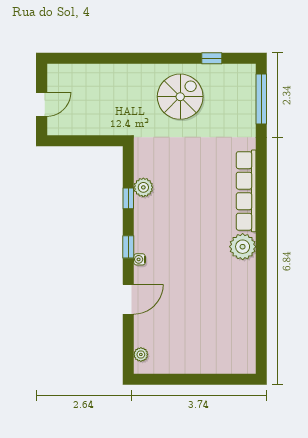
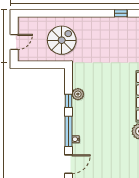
spiral stairs: (180, 97) -> (62, 40), moved
window: (128, 247) -> (68, 131), width x2.17

